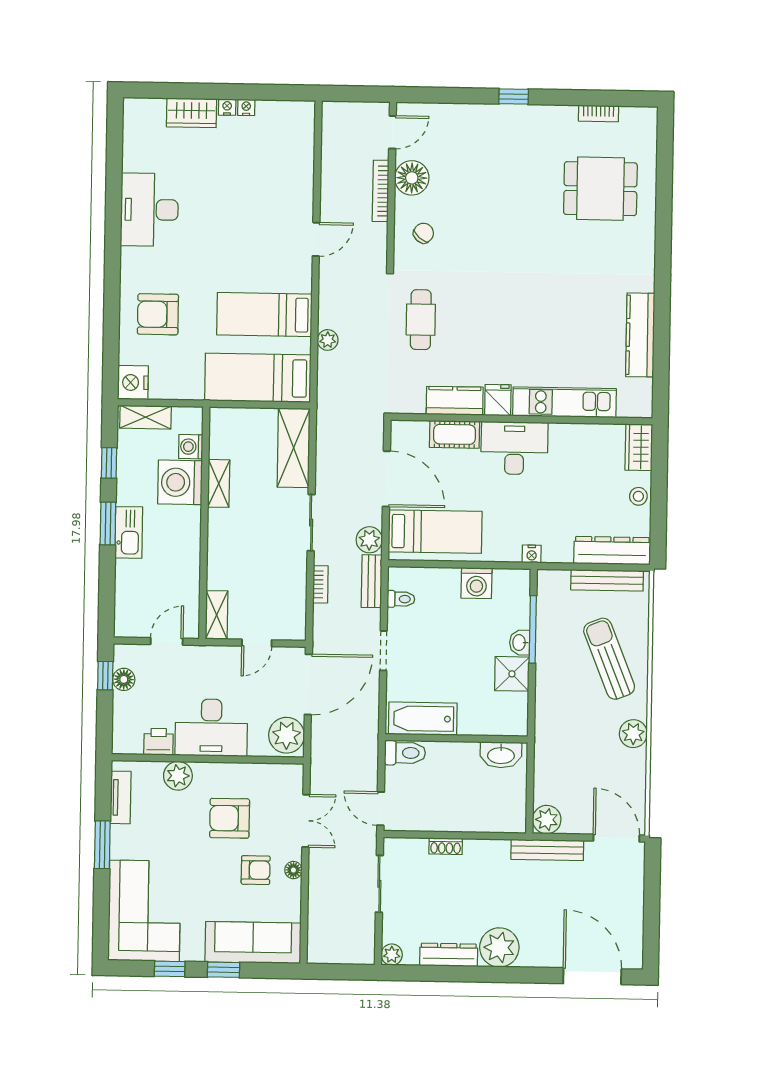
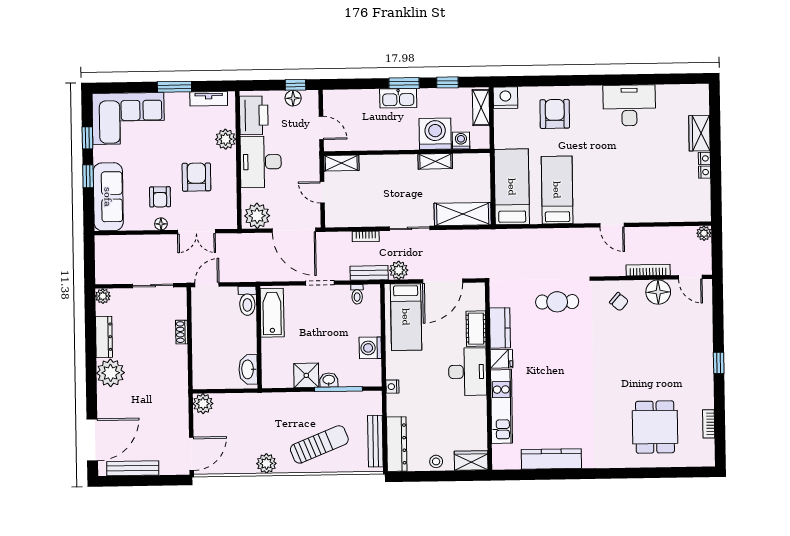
plant: (328, 340) -> (704, 233), moved
printer: (158, 742) -> (254, 115), width x1.87, depth x1.48
bench: (547, 850) -> (133, 468), moved, turned 90

